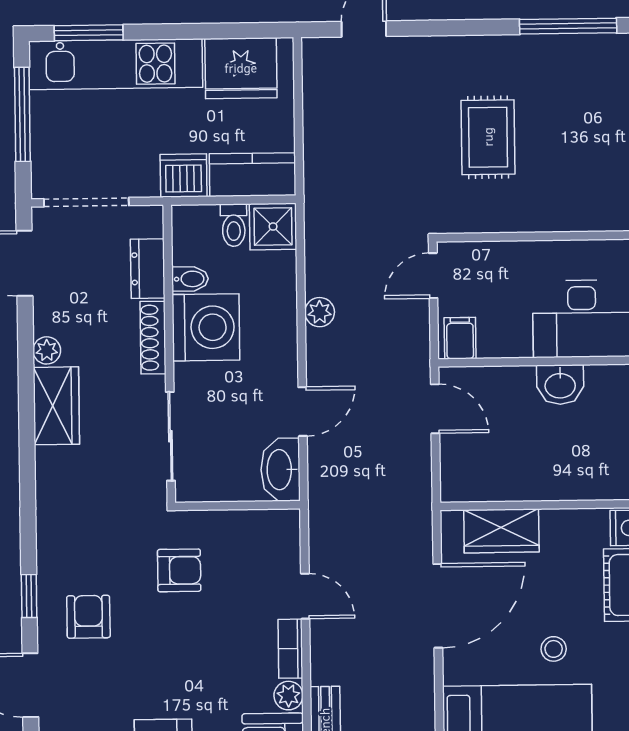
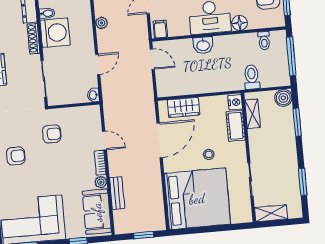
washbasin: (280, 470) -> (93, 95), width x0.52, depth x0.69
armchair: (88, 617) -> (16, 156), turned 90

